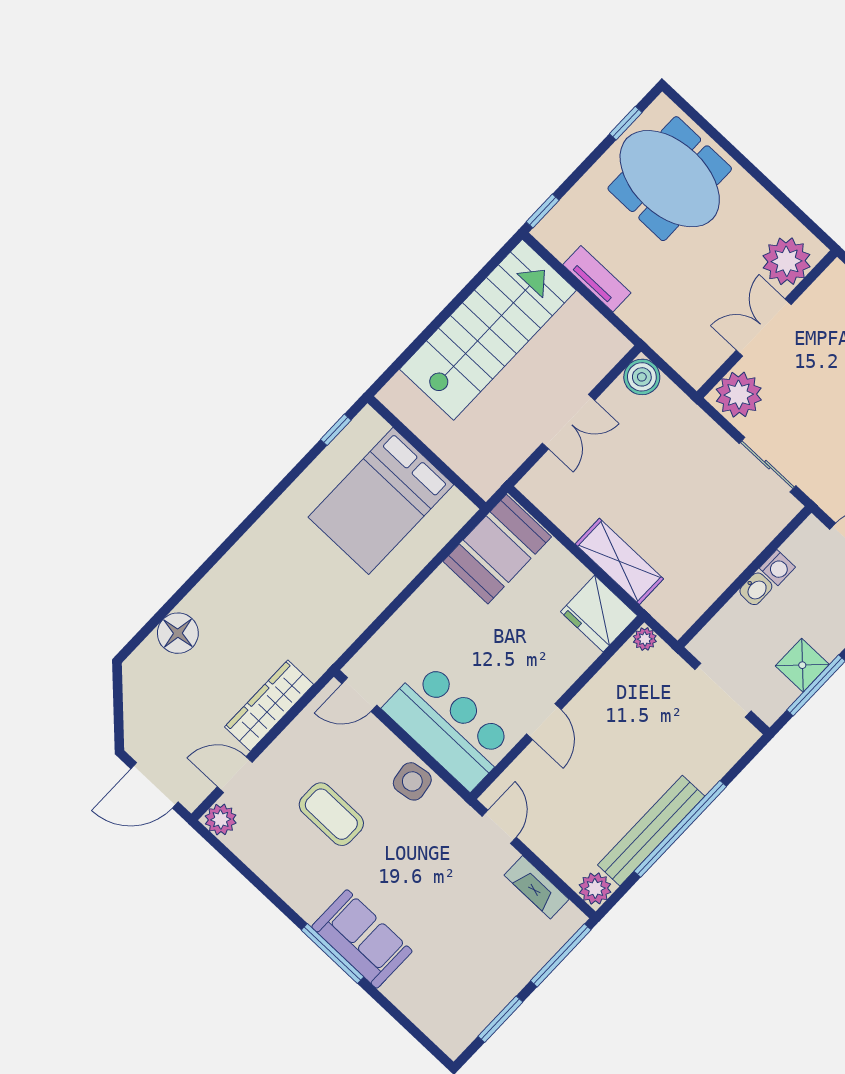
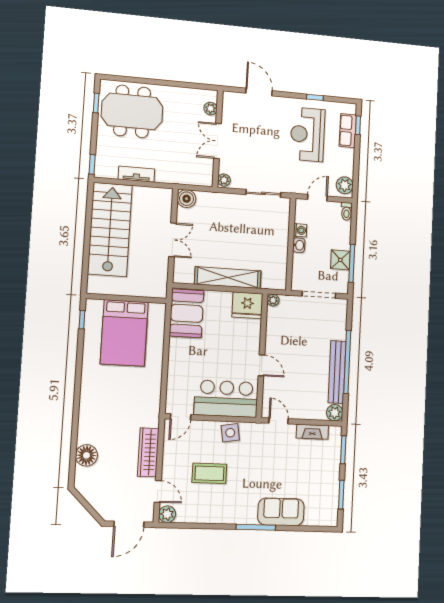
plant: (786, 261) -> (211, 109), width x0.53, depth x0.53
plant: (739, 395) -> (224, 180), width x0.53, depth x0.53
shelving: (619, 561) -> (228, 278), width x1.47
door: (235, 775) -> (158, 491), swing flipped
sofa: (362, 939) -> (281, 512), moved
window: (561, 955) -> (343, 450), width x0.69

